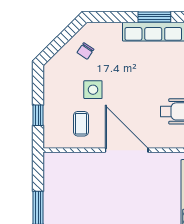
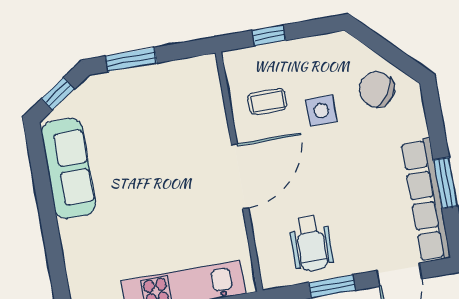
chair: (85, 51) -> (377, 89), width x1.87, depth x1.87

